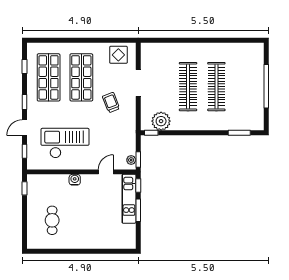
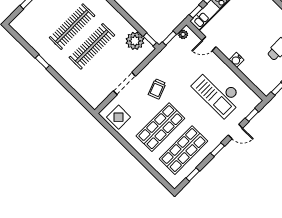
window: (213, 40) -> (42, 62), added
window: (138, 160) -> (169, 38), moved

